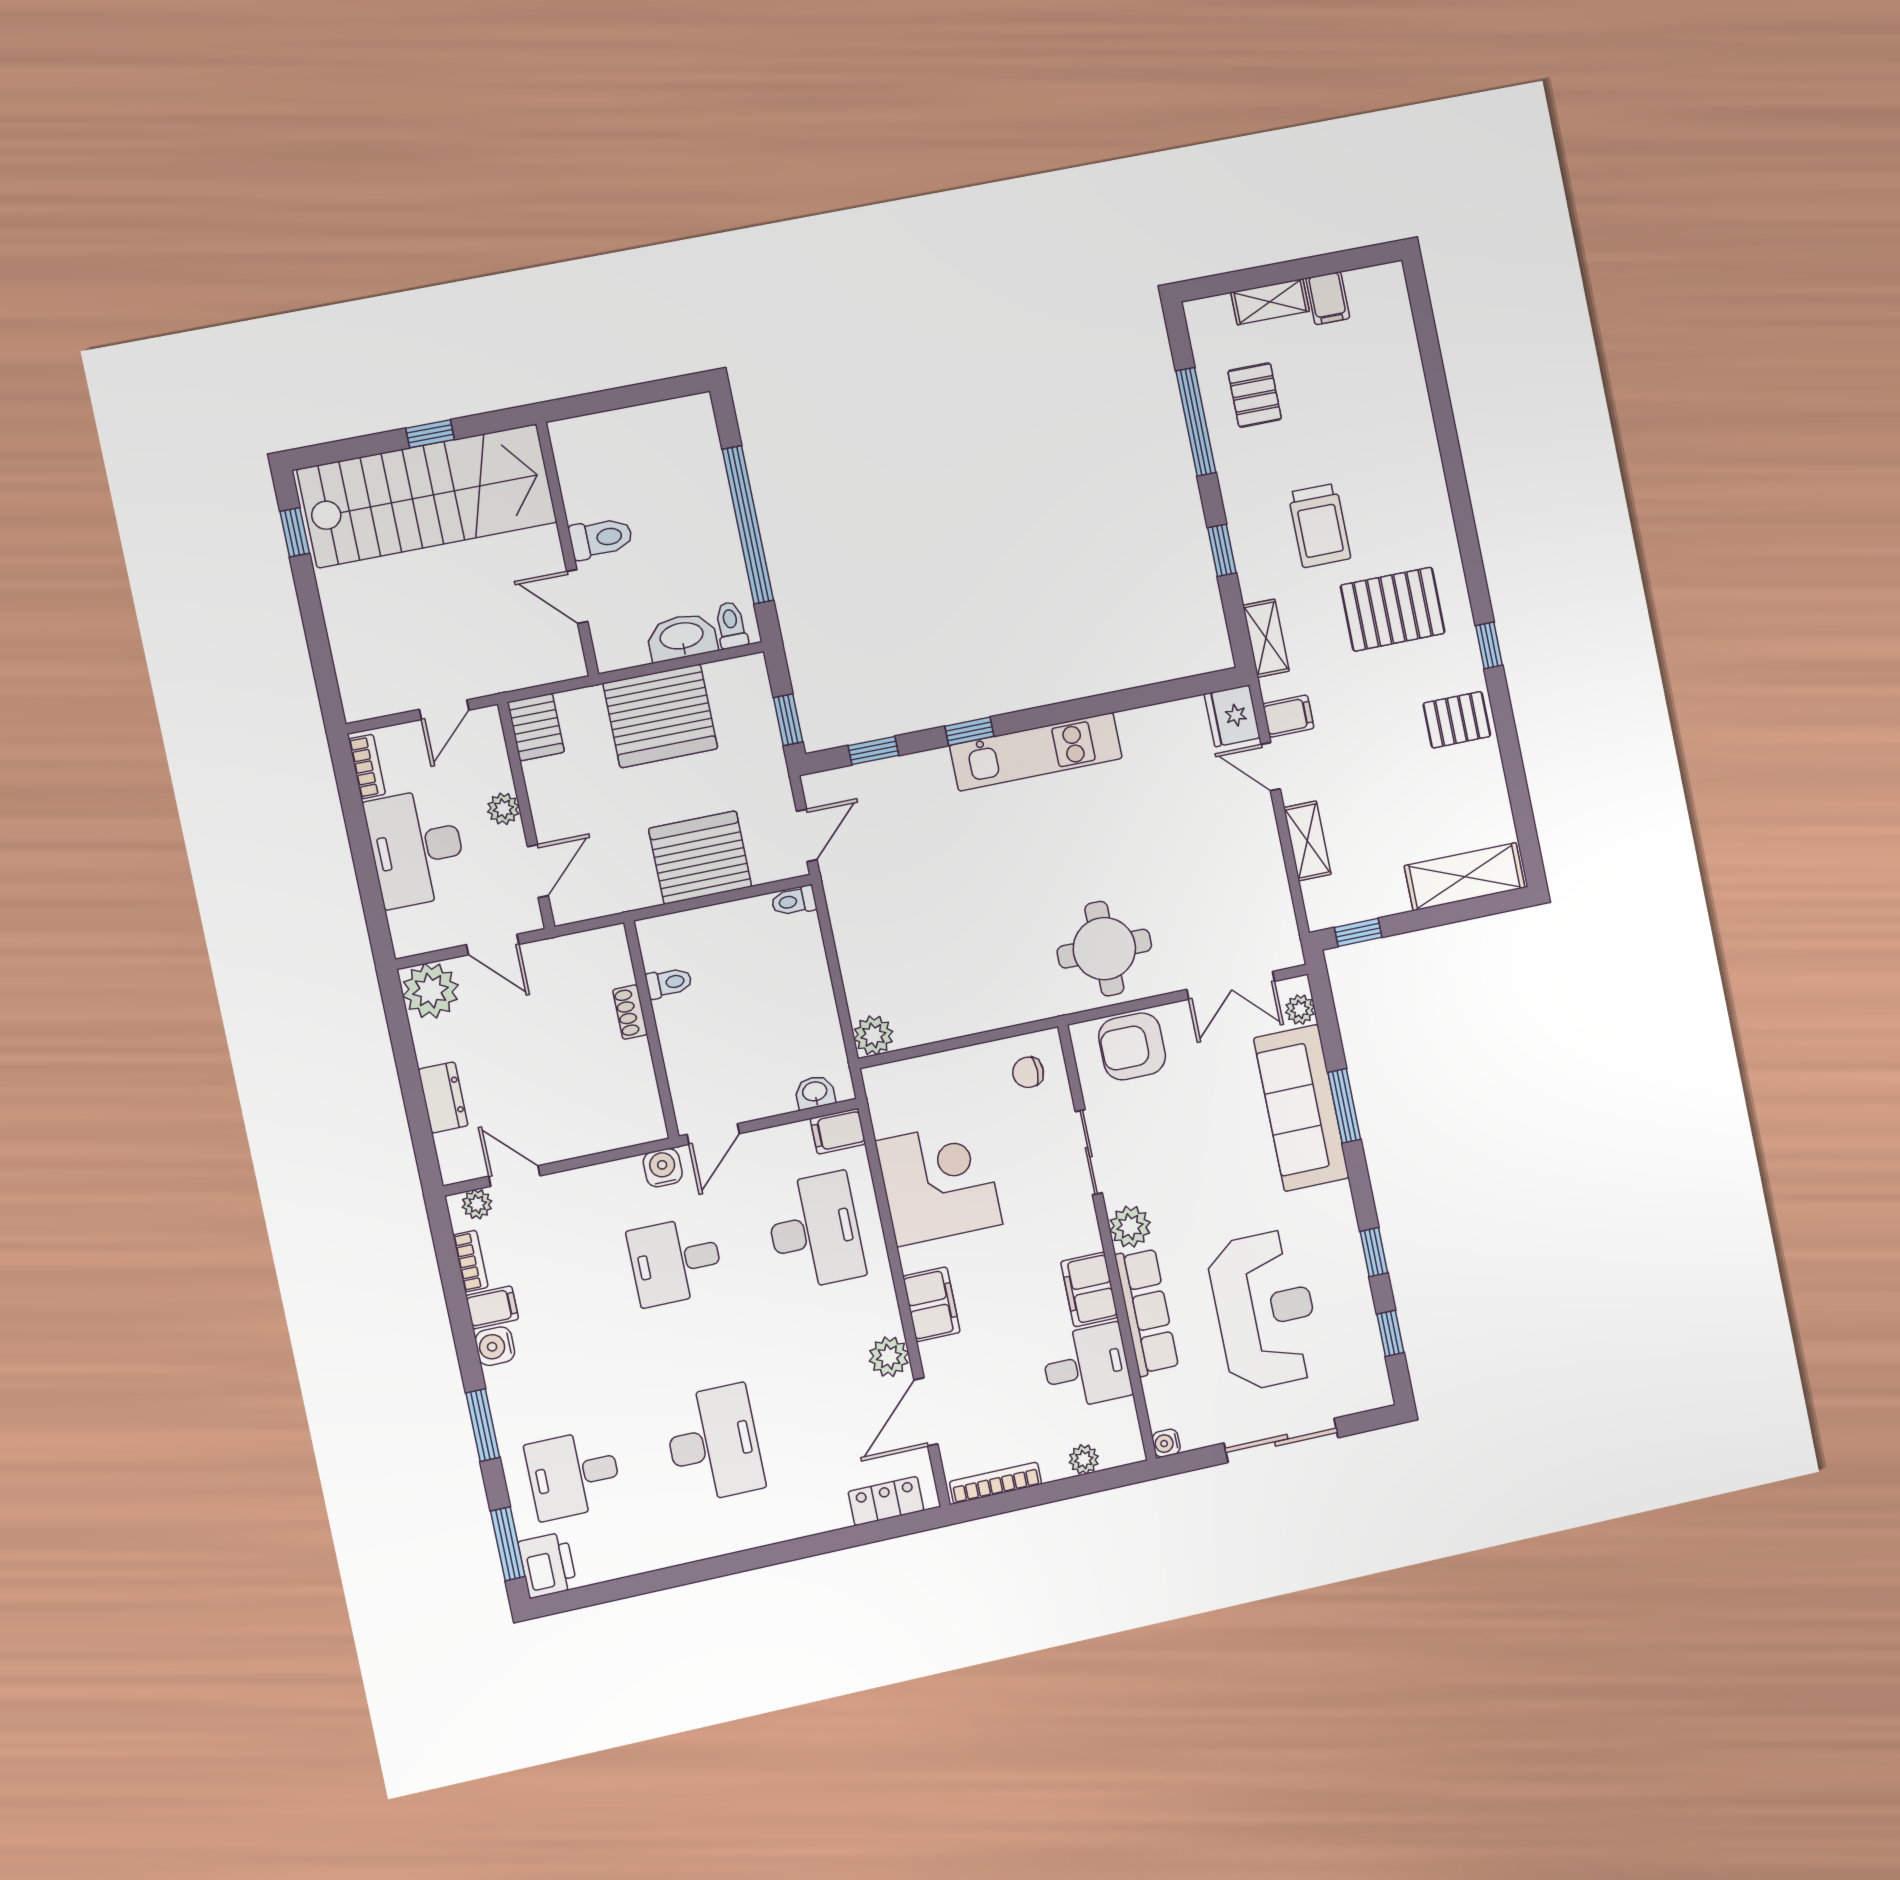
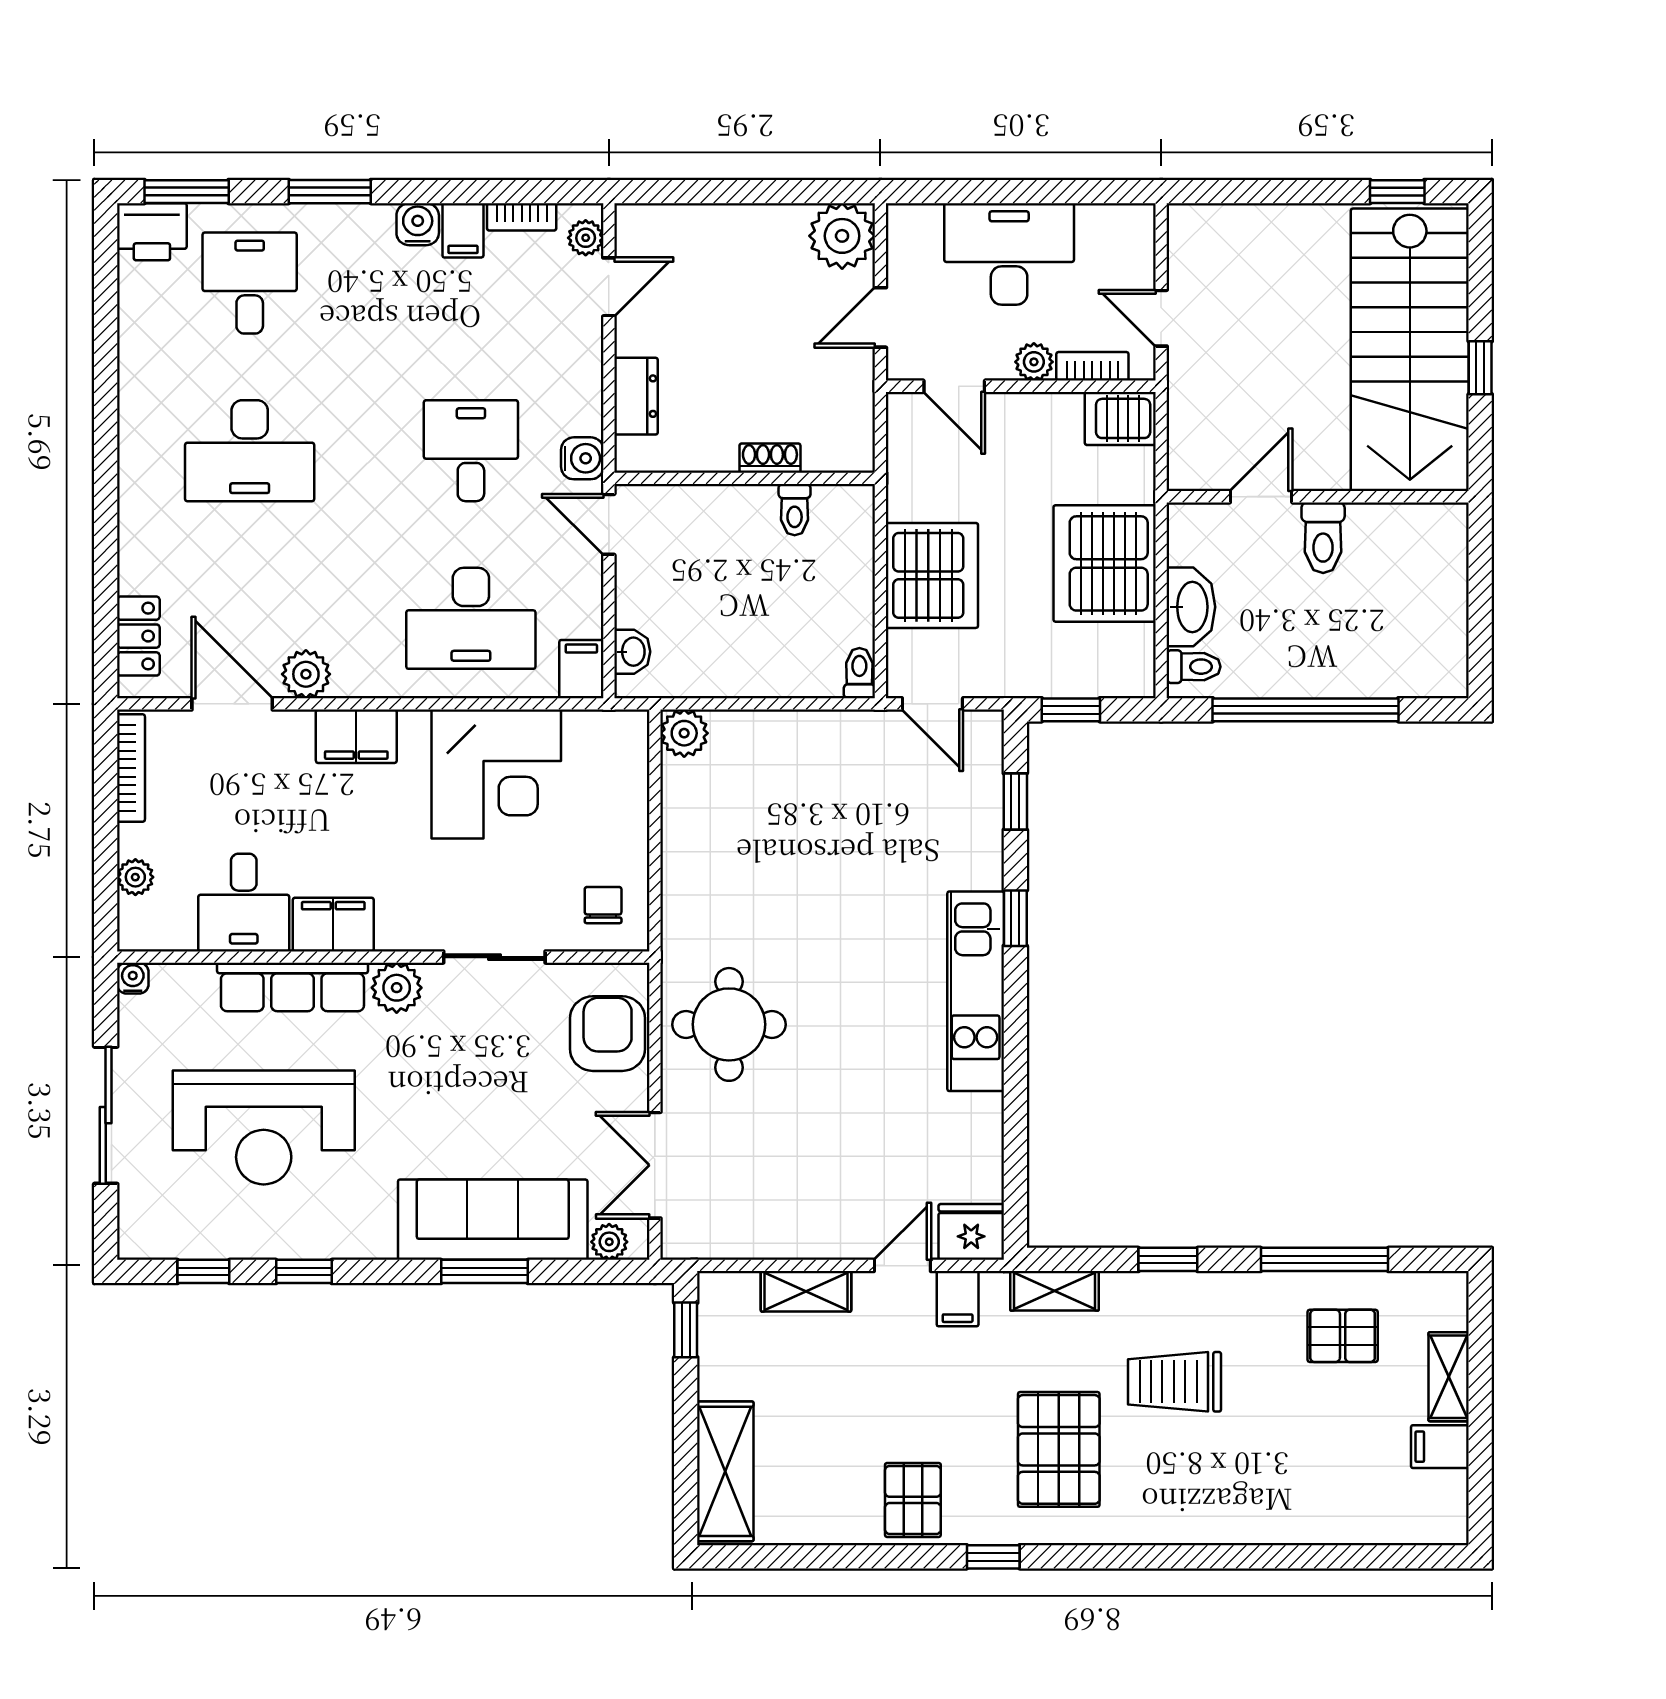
bookcase: (367, 767) -> (1092, 366), moved, turned 180
dresser: (443, 1097) -> (636, 396), moved, turned -90

